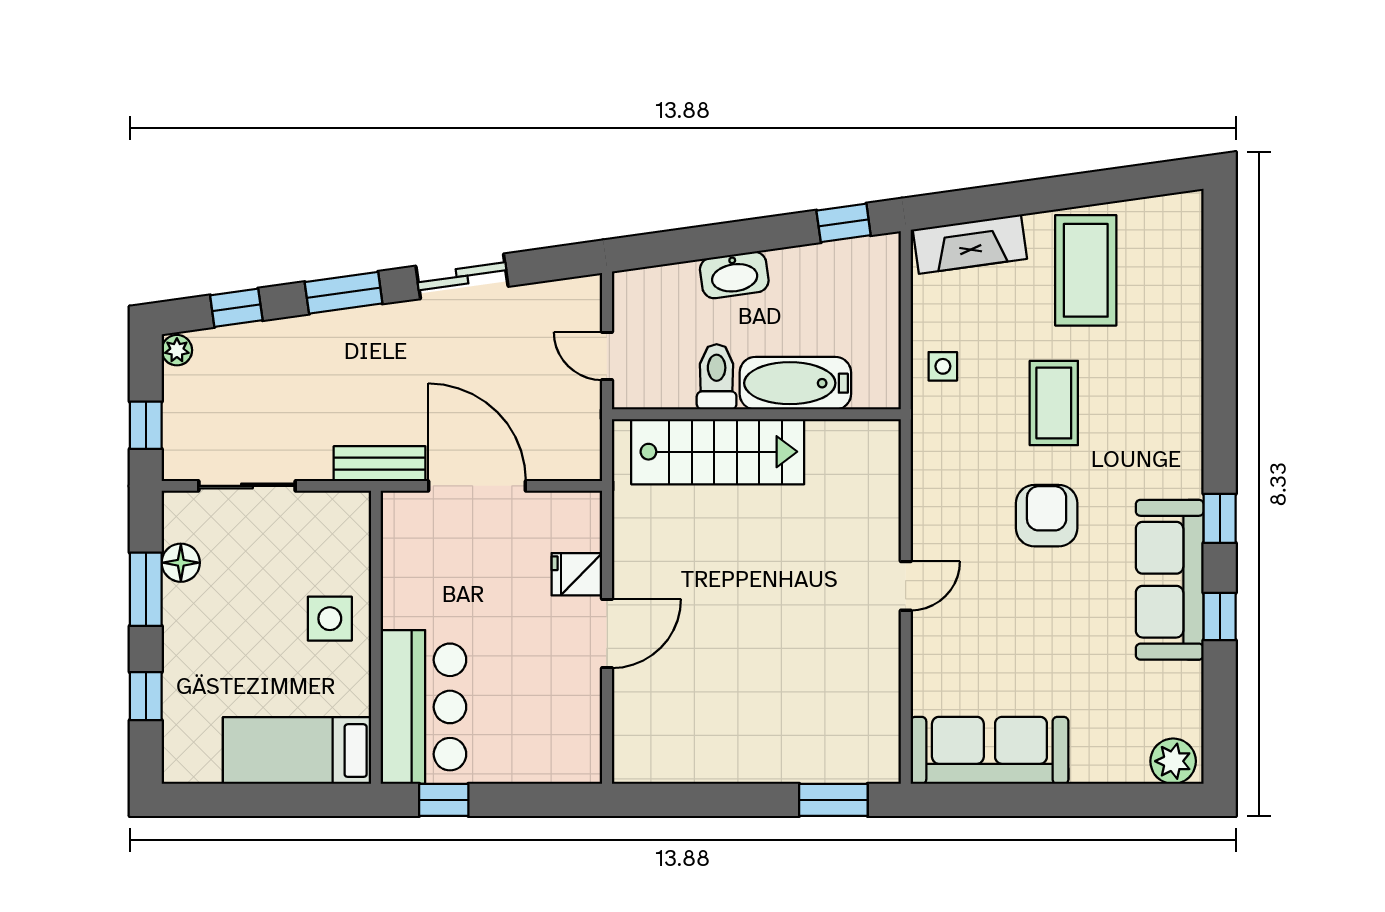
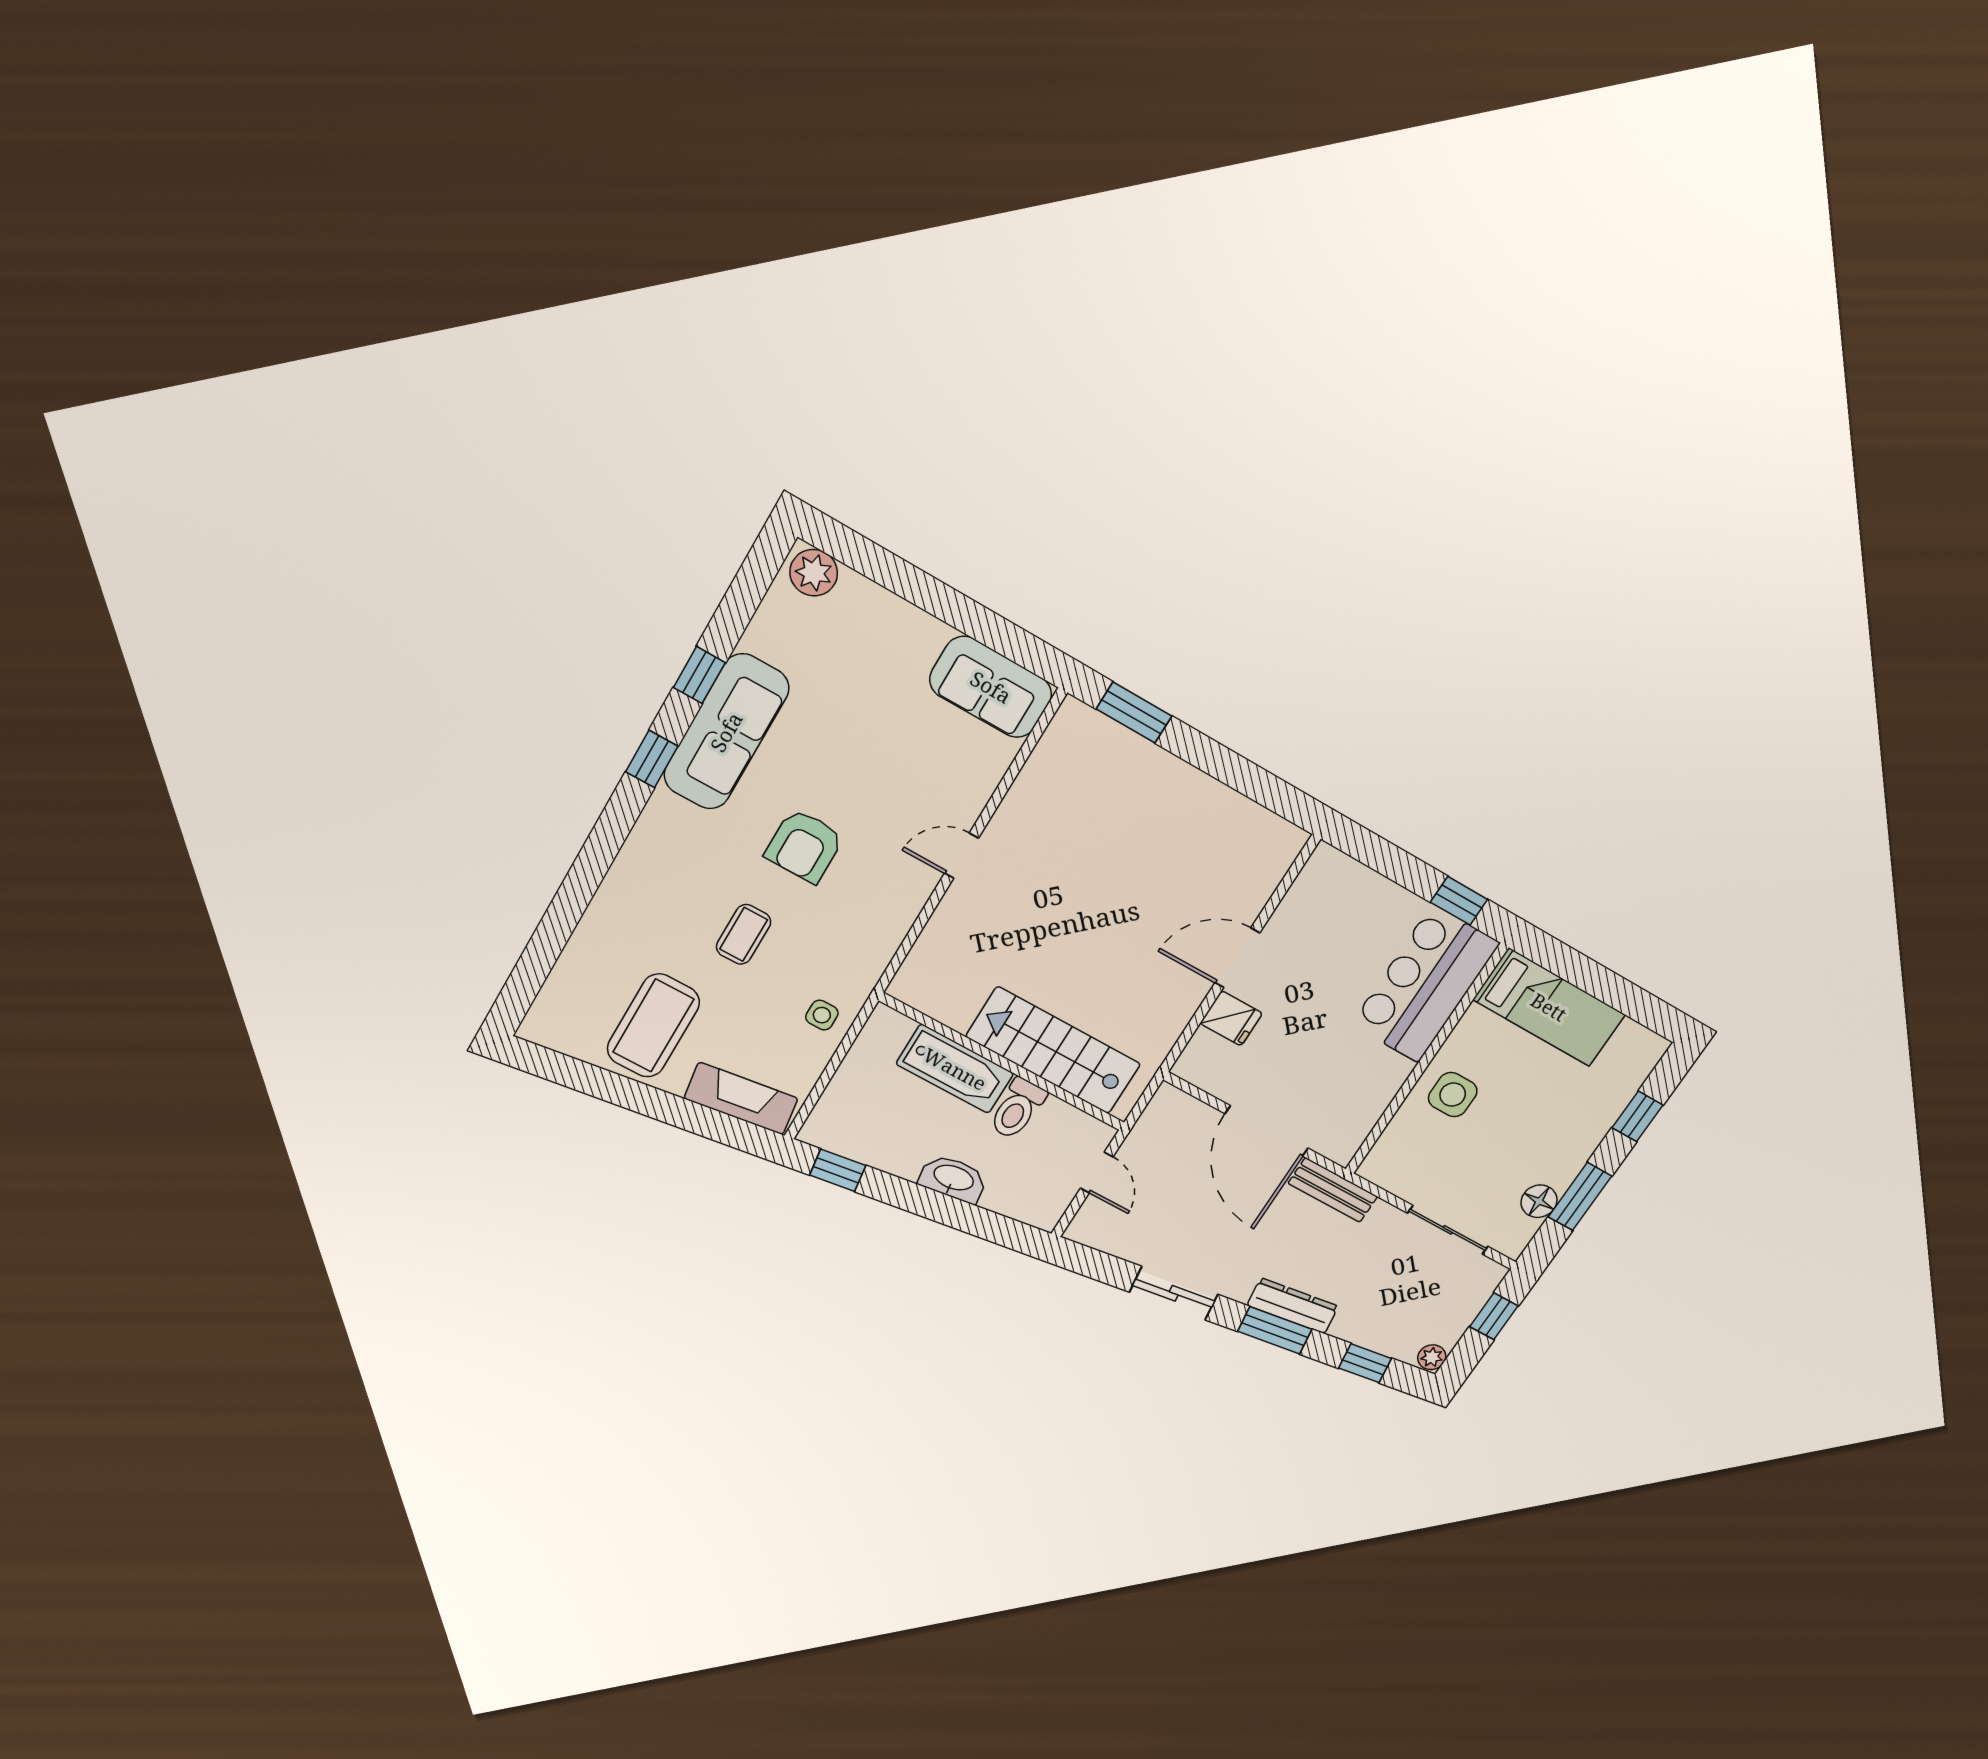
dresser: (343, 327) -> (1293, 1306), added
coffee table: (1054, 403) -> (744, 934), width x0.73, depth x0.77
sofa: (989, 750) -> (991, 687), width x0.73

